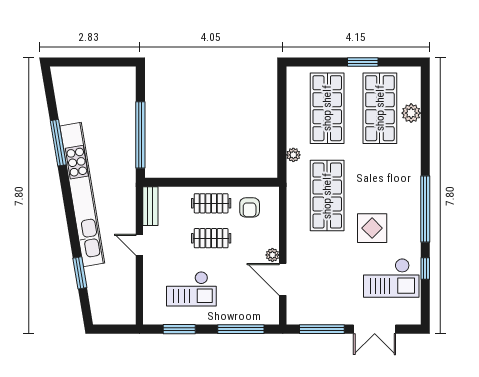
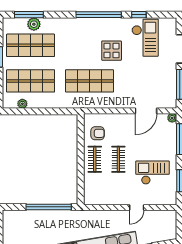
window: (425, 106) -> (29, 15), added
plant: (293, 155) -> (22, 104), moved
bench: (150, 206) -> (97, 200), removed
door: (139, 245) -> (137, 208), moved
plant: (272, 255) -> (172, 118), moved
checkout: (191, 289) -> (153, 173), turned -90

